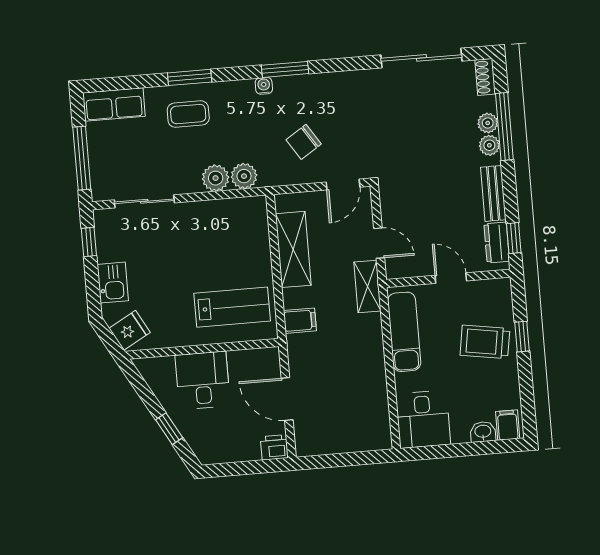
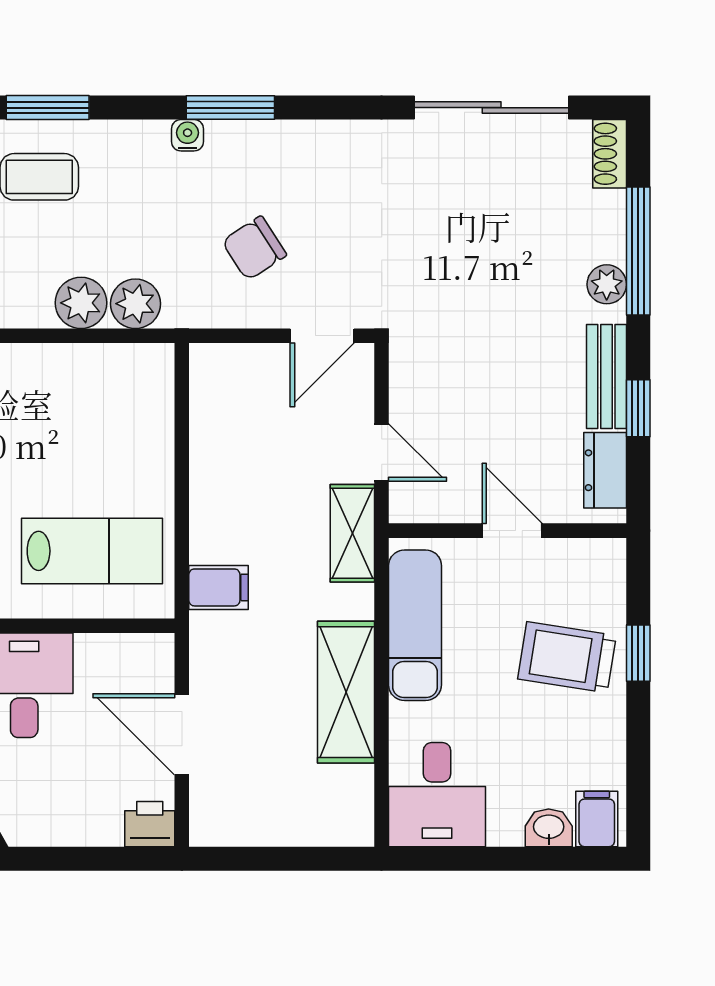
plant: (488, 123) -> (607, 242), removed
window: (514, 238) -> (638, 408), moved
shelving: (293, 249) -> (346, 692), moved

